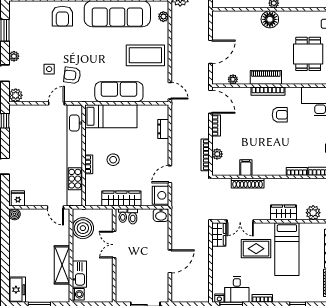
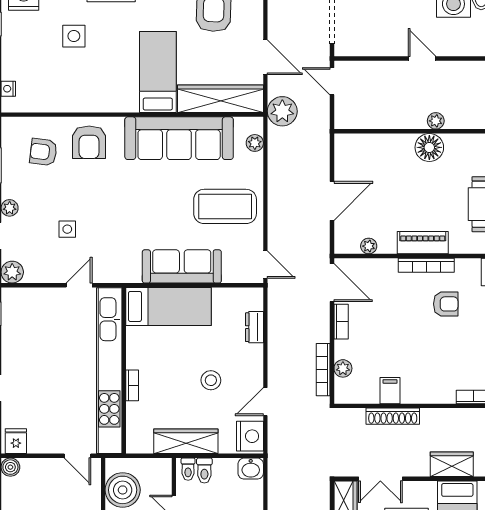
armchair: (72, 75) -> (43, 152), moved
stool: (113, 160) -> (211, 380), moved

